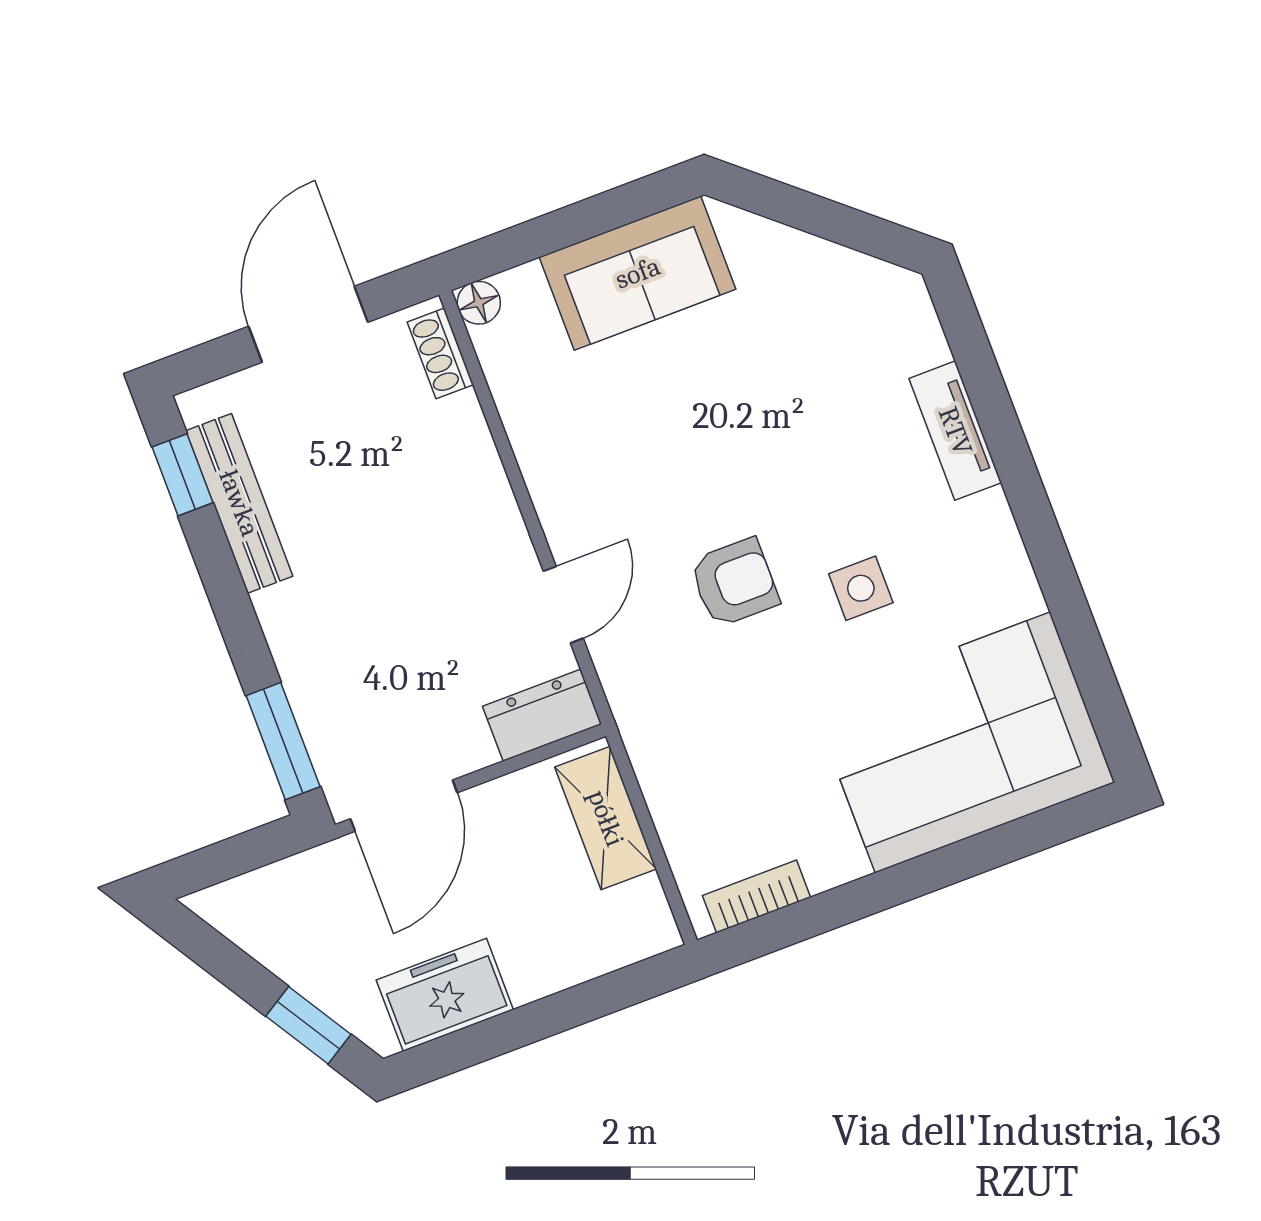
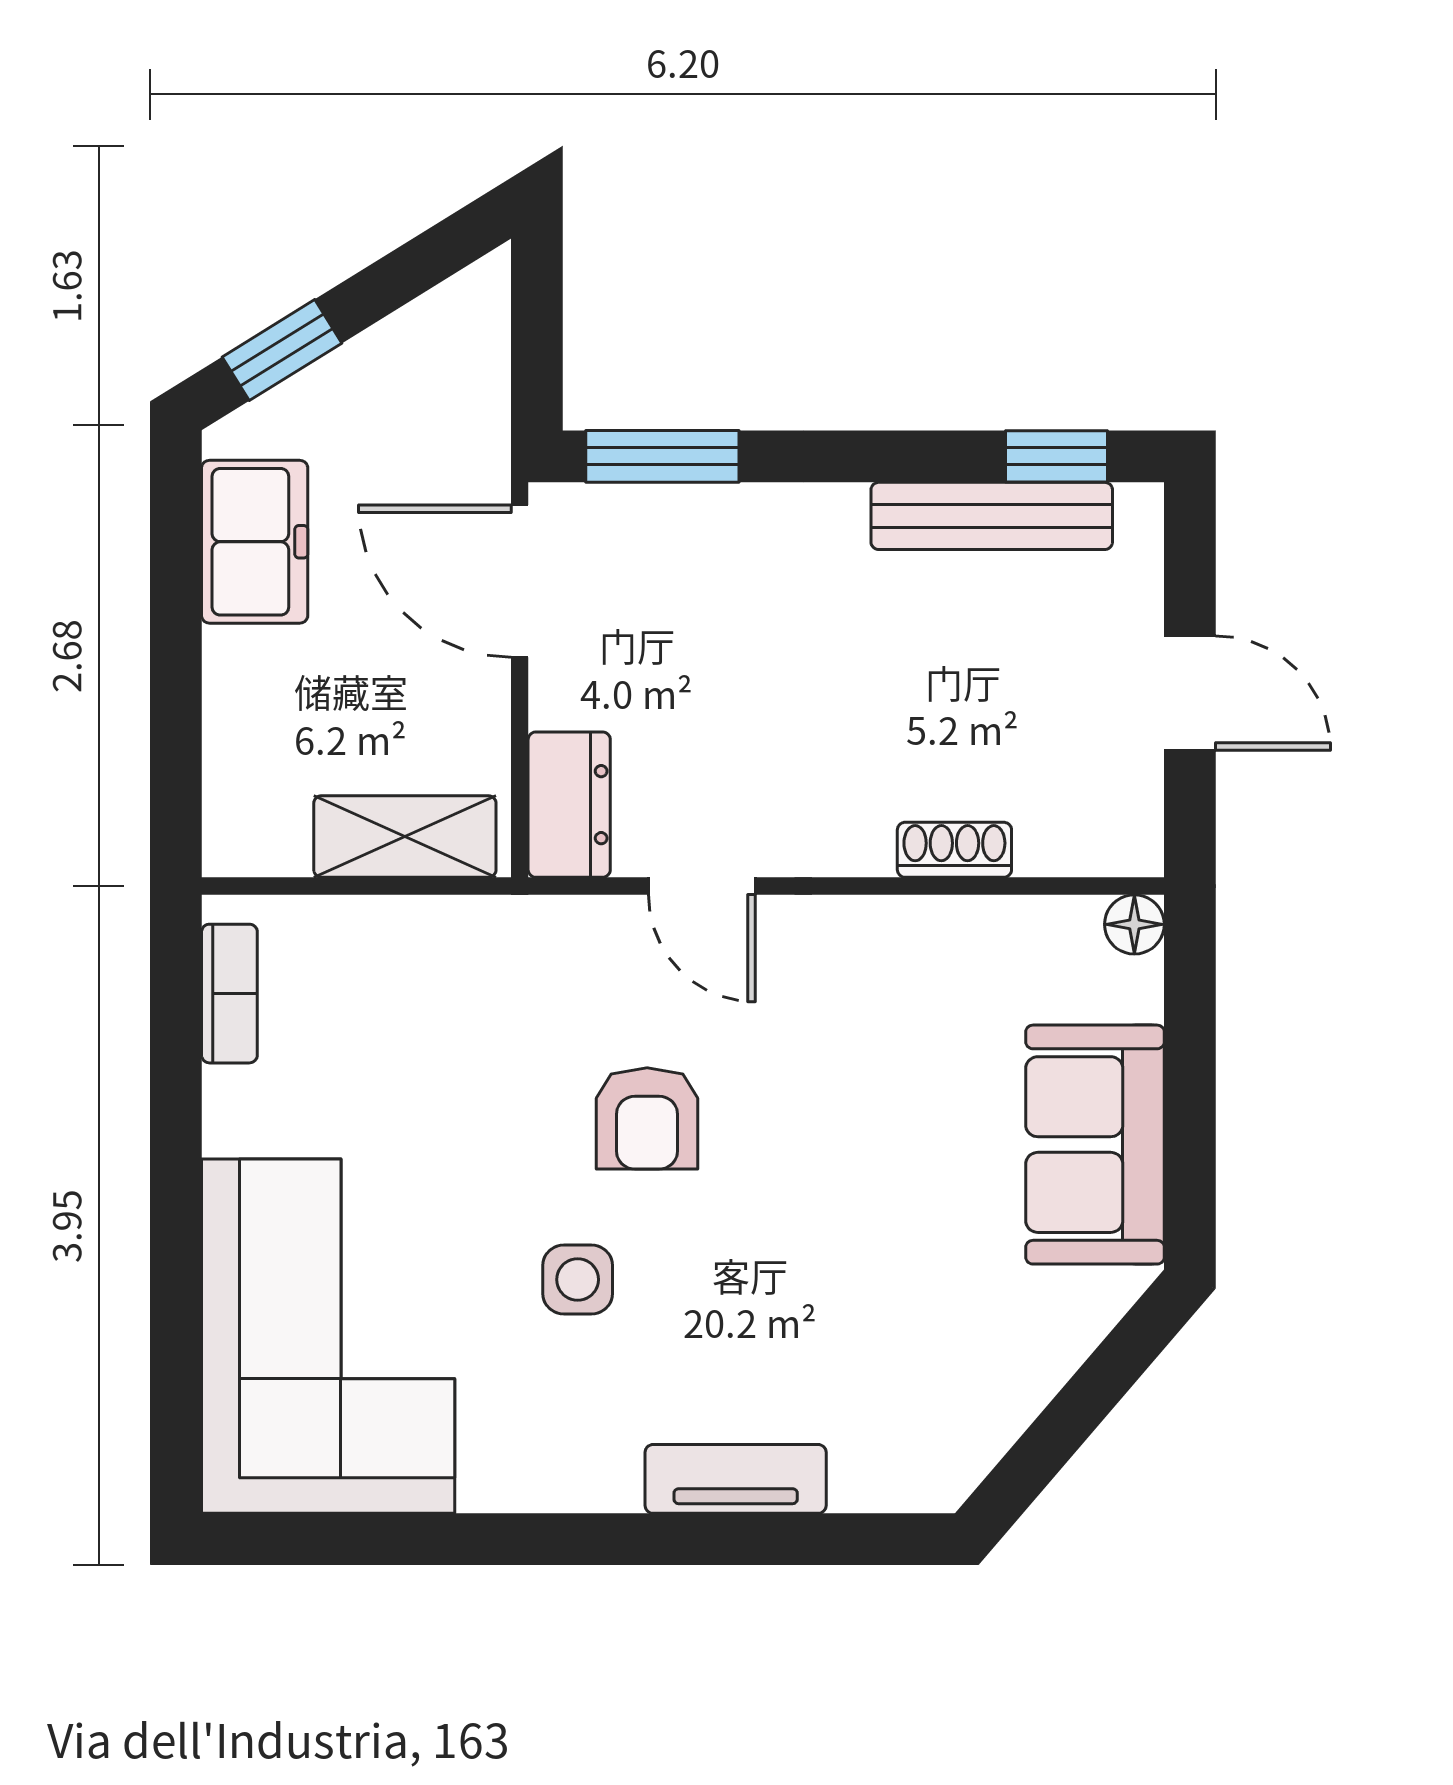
door: (308, 324) -> (1190, 693), width x0.73
shoe rack: (440, 353) -> (954, 850), moved

